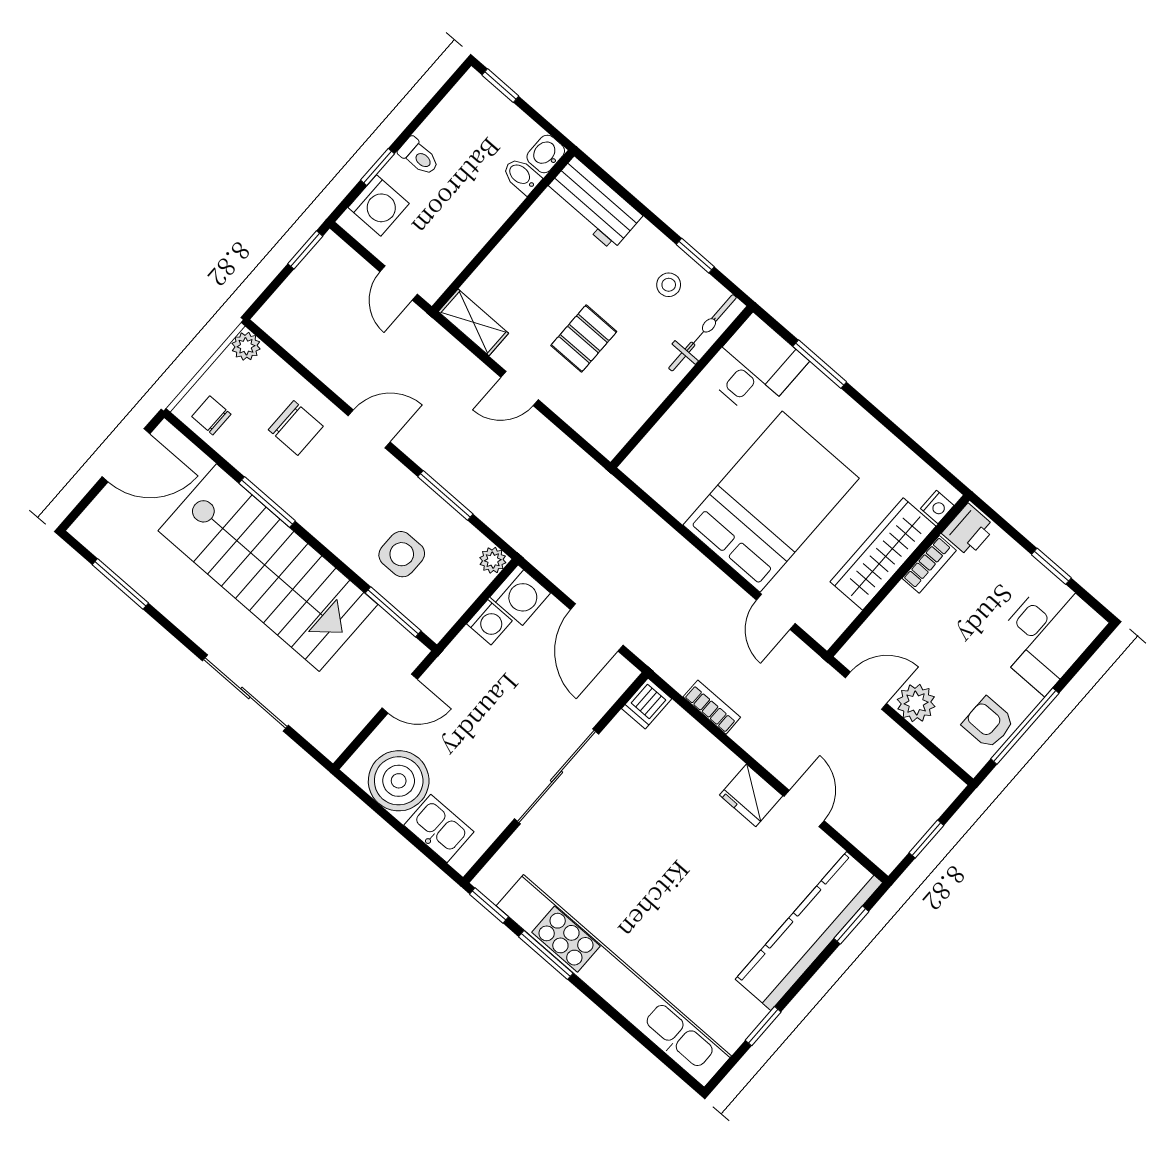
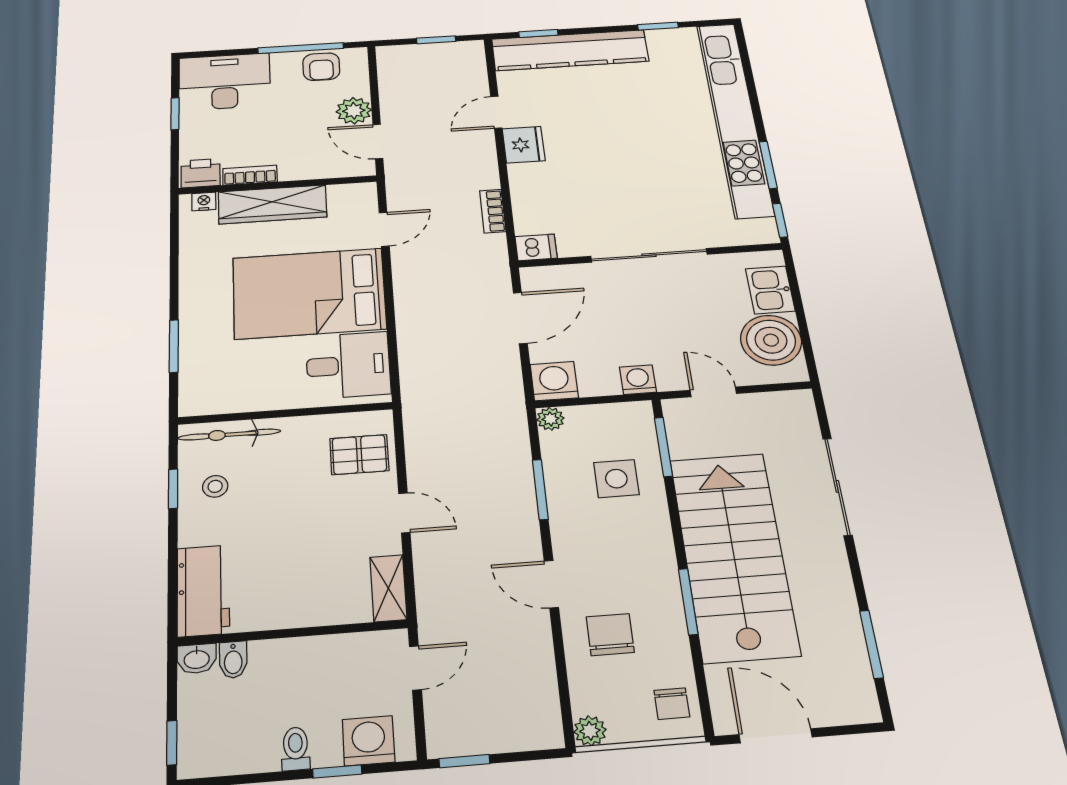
pallet: (584, 339) -> (359, 455), moved
desk: (755, 367) -> (348, 365), moved, turned 180
washing machine: (489, 622) -> (638, 380), moved

